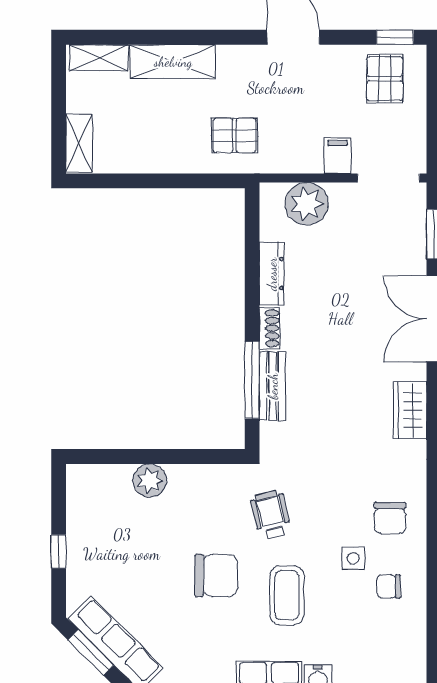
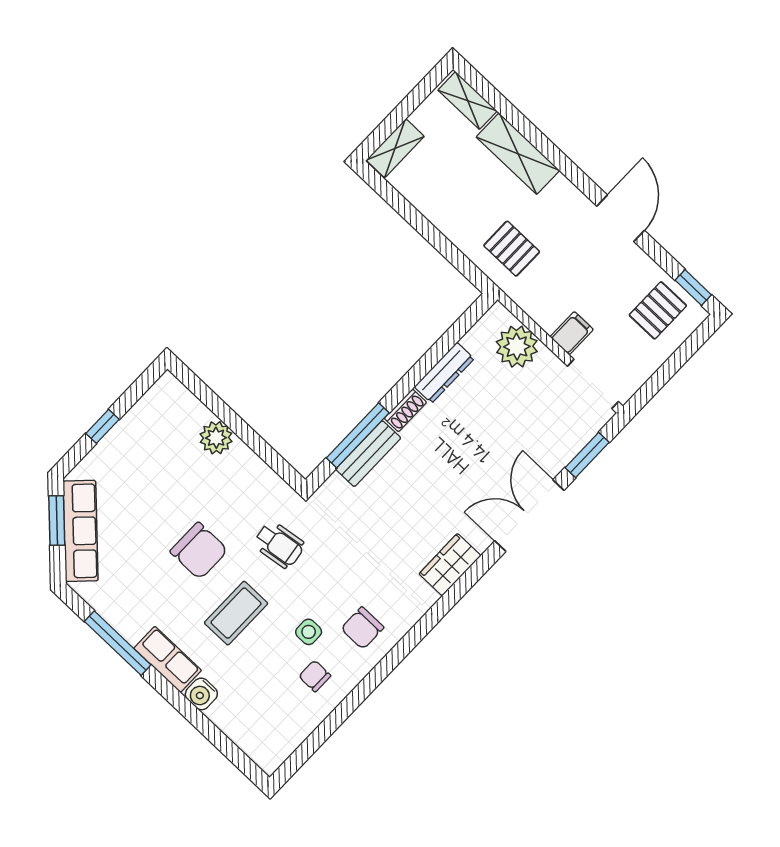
wheelchair: (271, 515) -> (279, 545), turned 95

